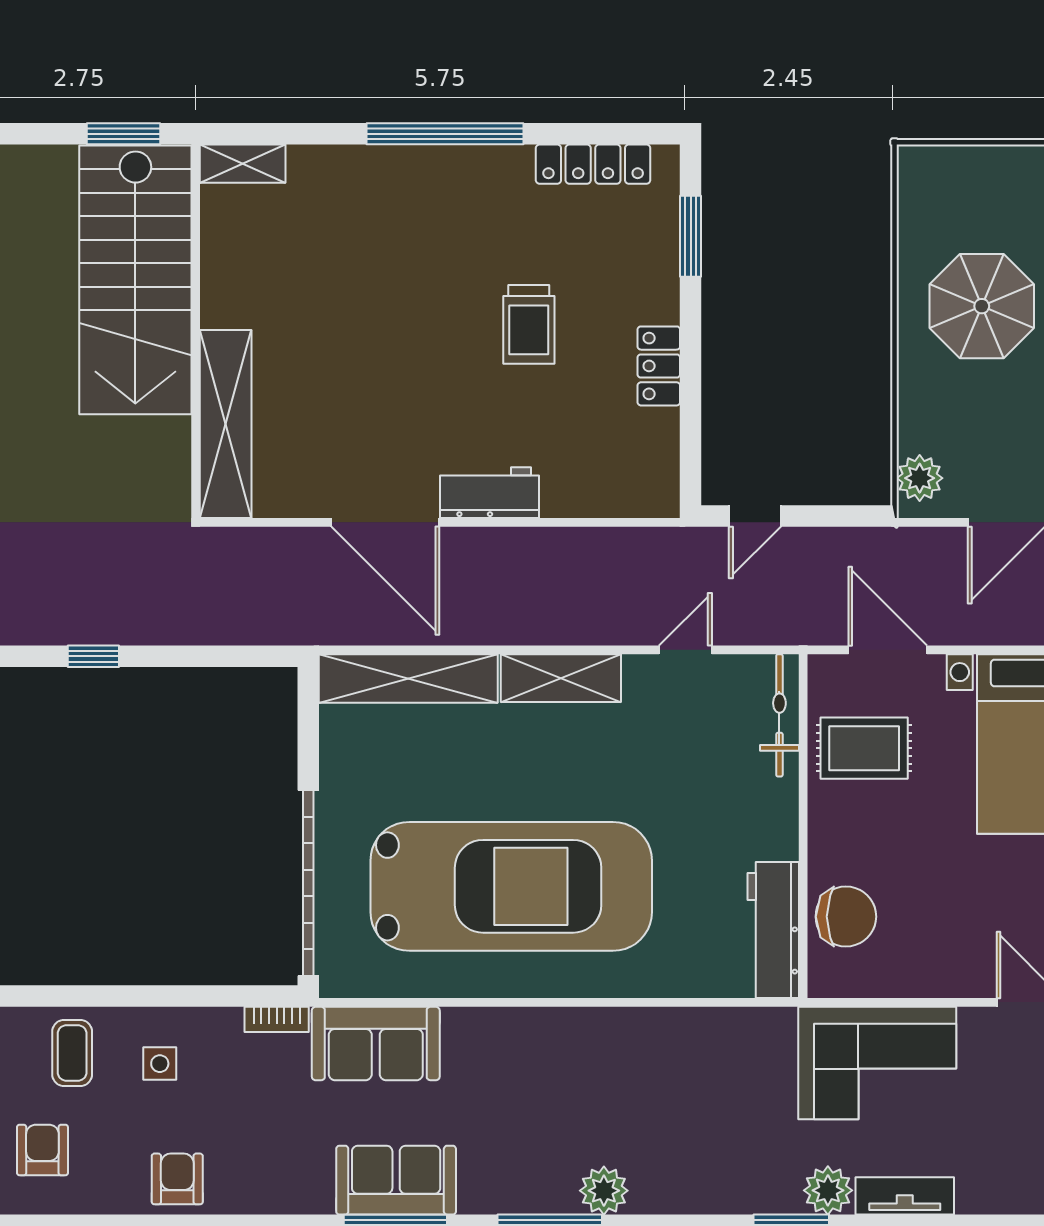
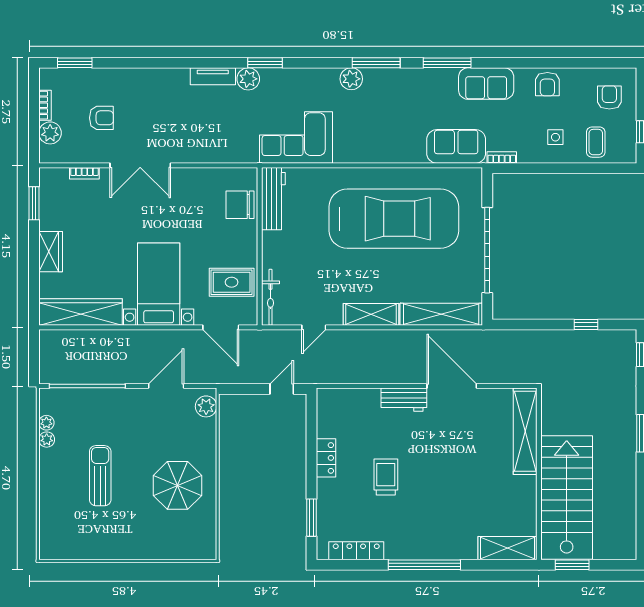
shelving: (243, 164) -> (508, 548), width x1.50, depth x1.33
garage door: (308, 883) -> (487, 250), moved
car: (511, 886) -> (394, 219), turned 180
corner sofa: (877, 1063) -> (296, 137), moved
armchair: (42, 1150) -> (609, 97), turned 180
sofa: (396, 1180) -> (486, 84), moved

